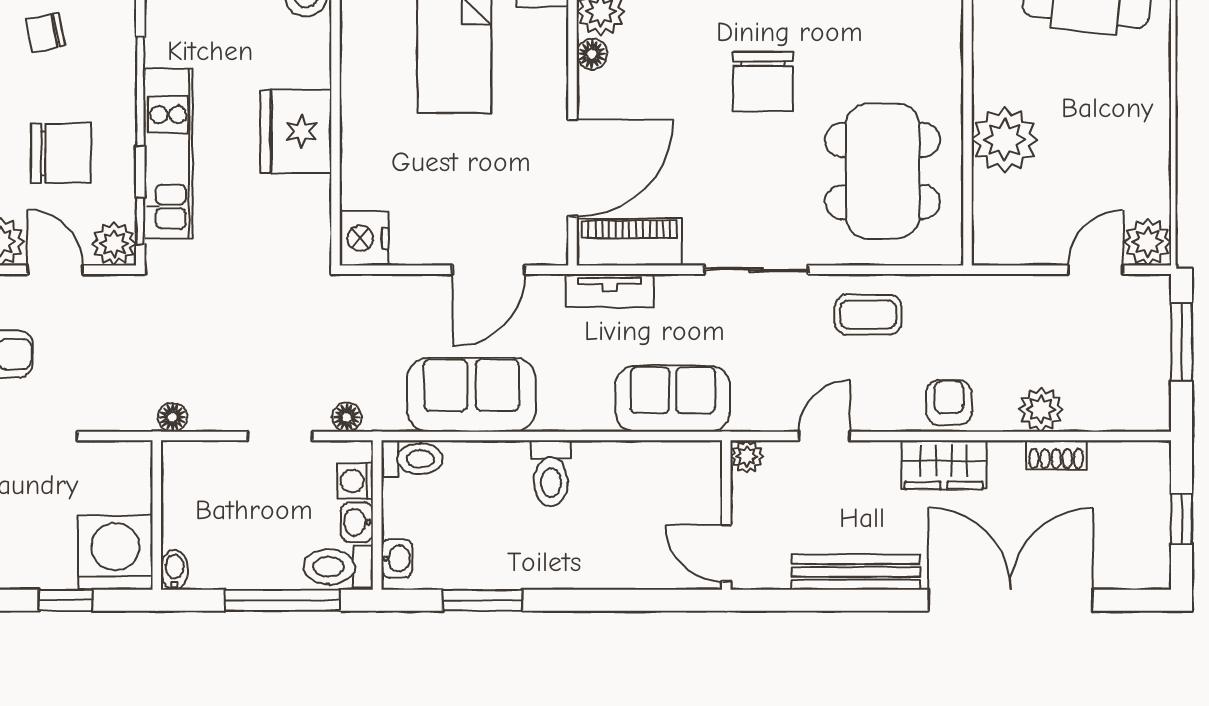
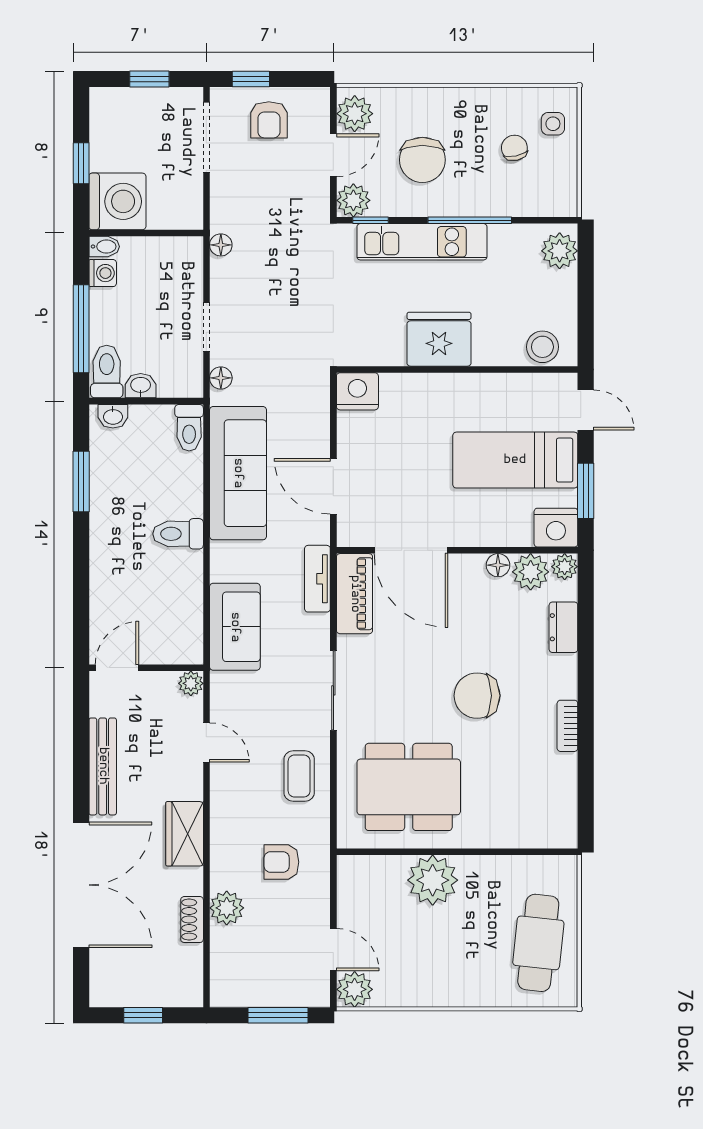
sofa: (471, 395) -> (238, 473), width x1.36
armchair: (949, 402) -> (281, 862), moved, turned 180
washing machine: (355, 481) -> (103, 273), moved, turned 90

